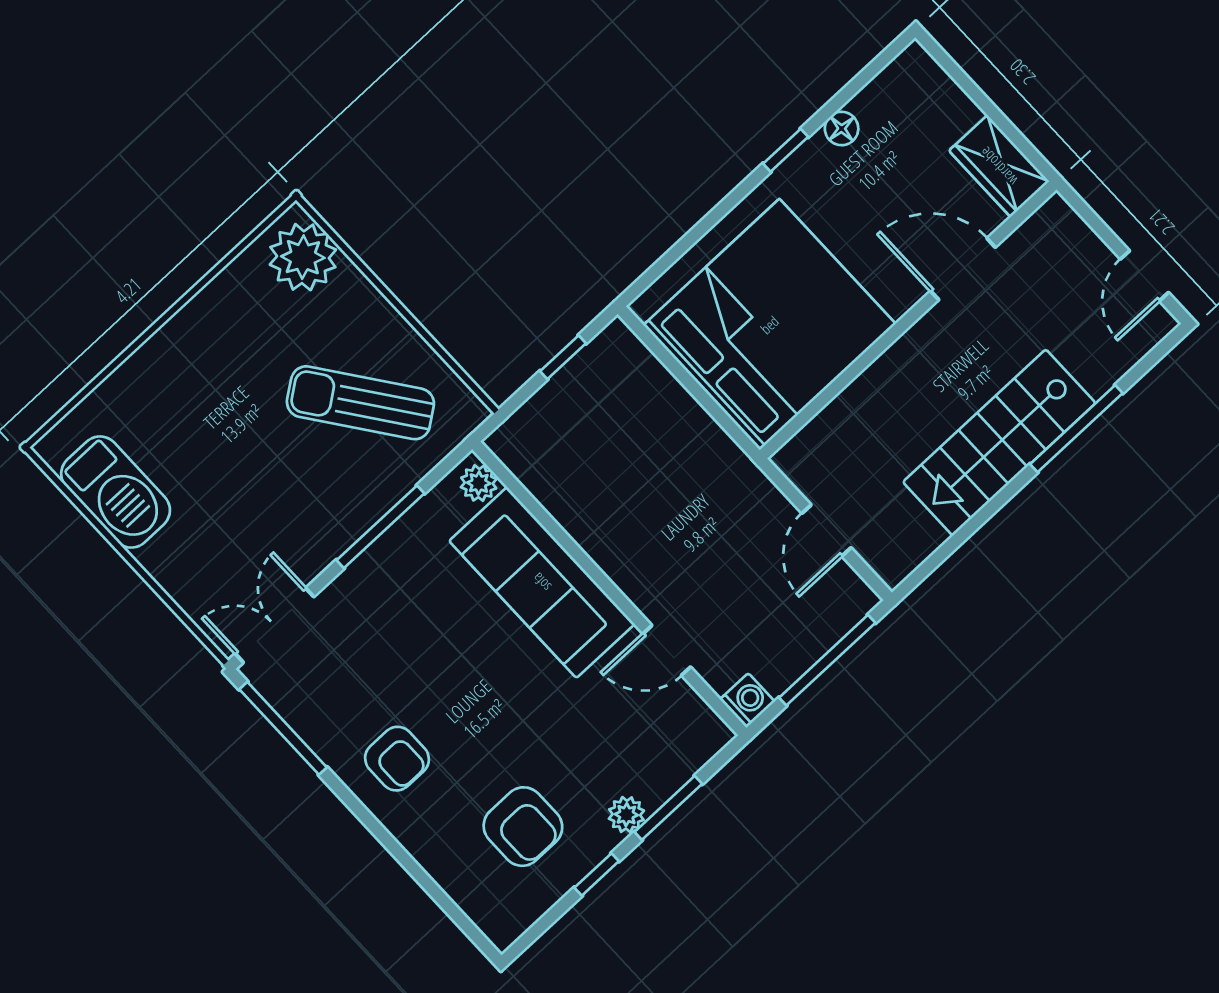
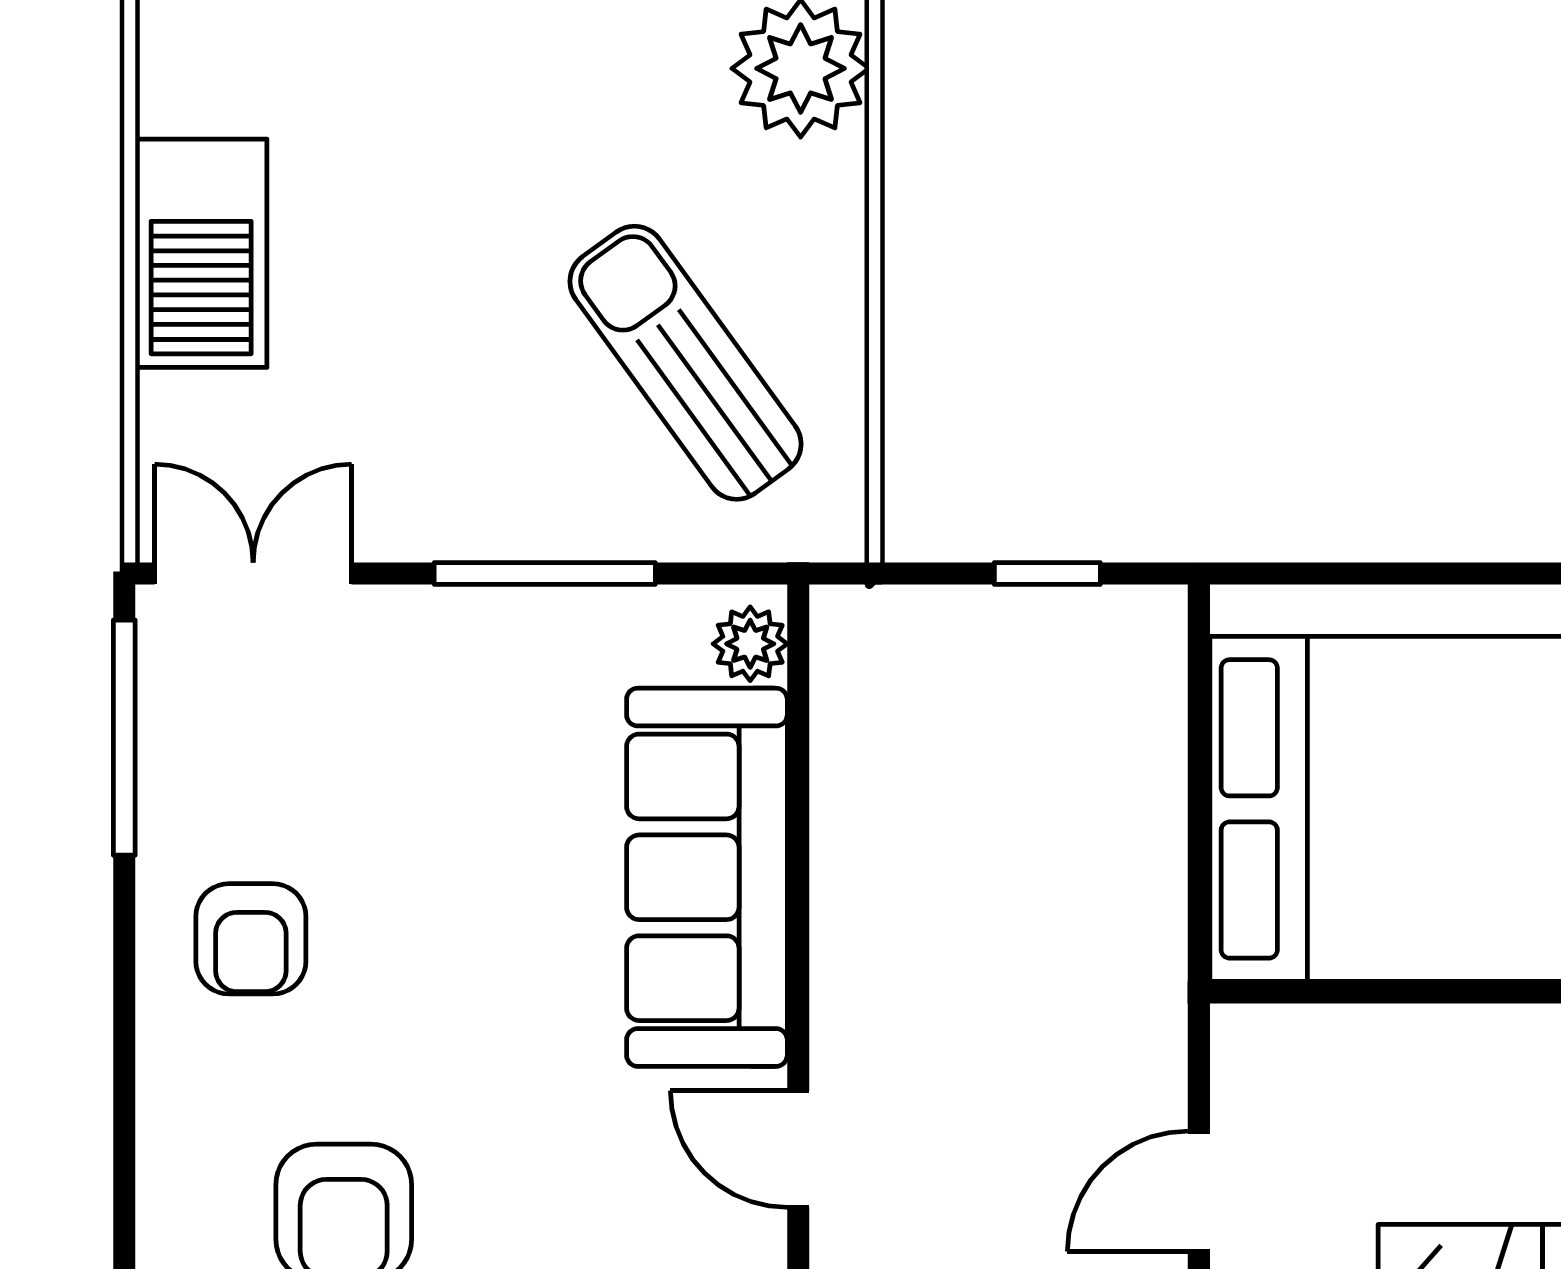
barbecue: (116, 492) -> (201, 253), moved

